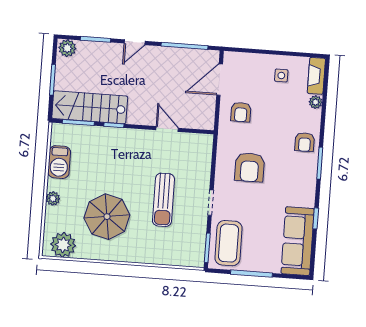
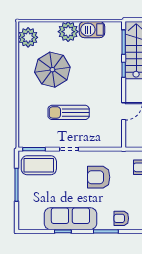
plant: (53, 198) -> (68, 32), width x1.87, depth x1.87
sofa: (298, 241) -> (70, 219), moved

